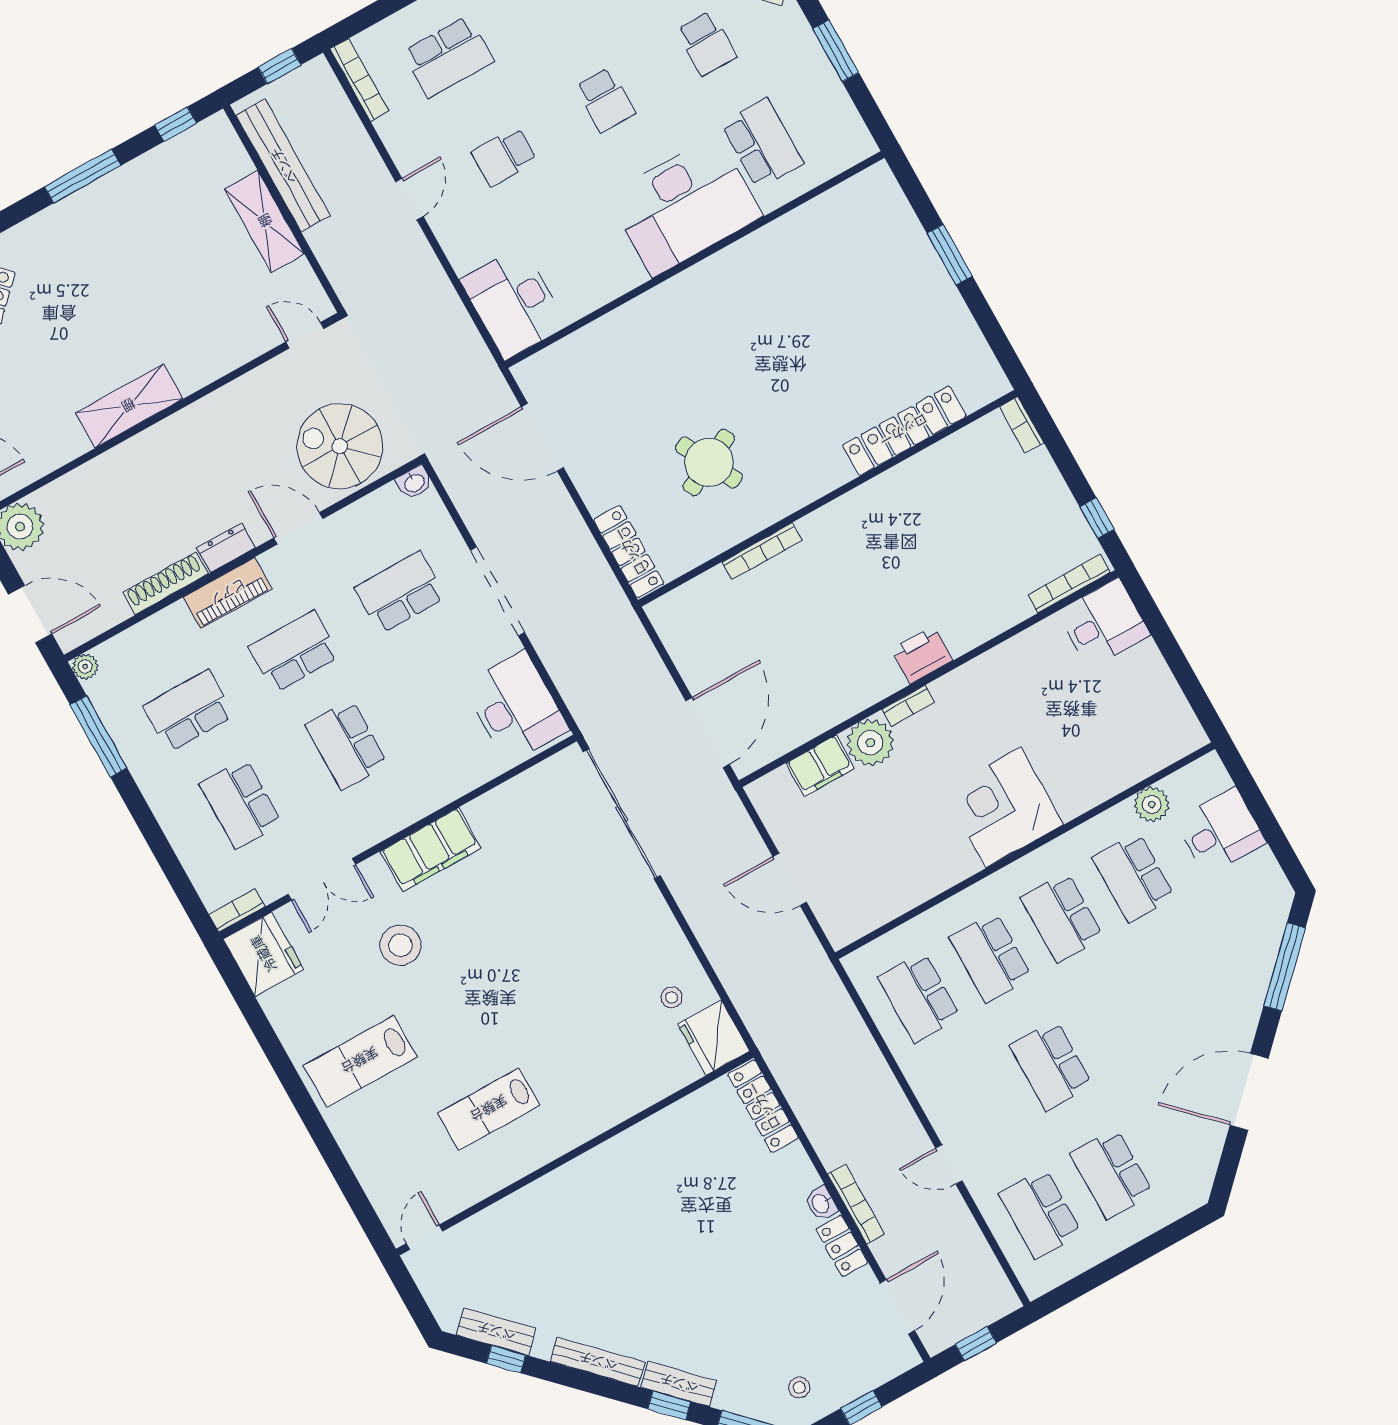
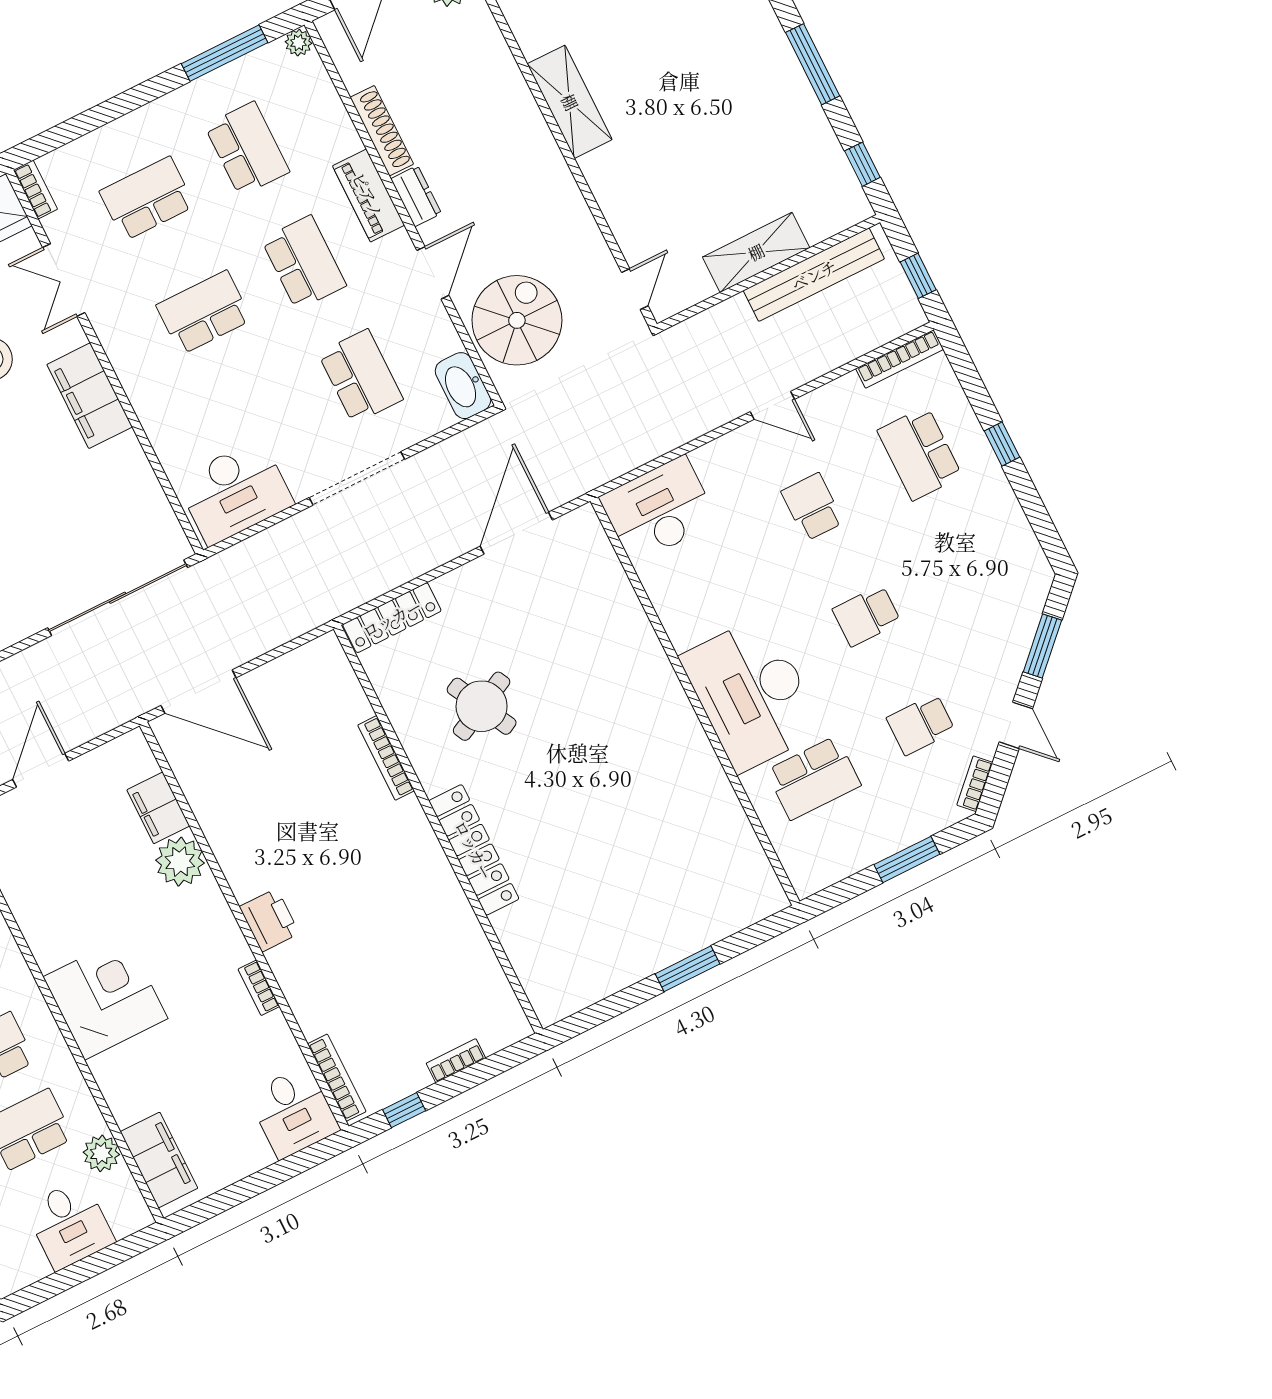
bookcase: (1022, 425) -> (456, 1061), moved
locker: (904, 431) -> (474, 850), moved
washbasin: (414, 483) -> (463, 386), width x1.91, depth x1.45
bookcase: (908, 706) -> (259, 988), moved
filing cabinet: (1155, 749) -> (159, 1160), added

